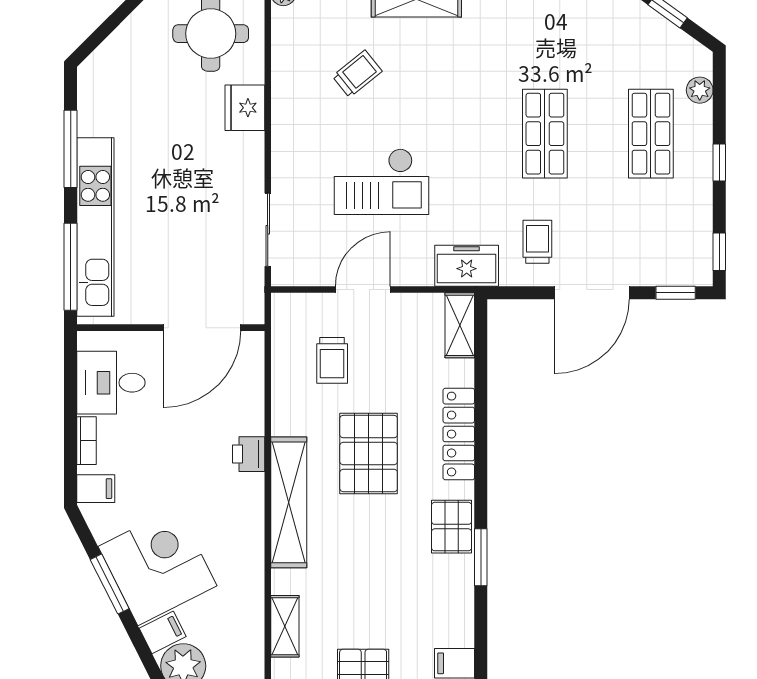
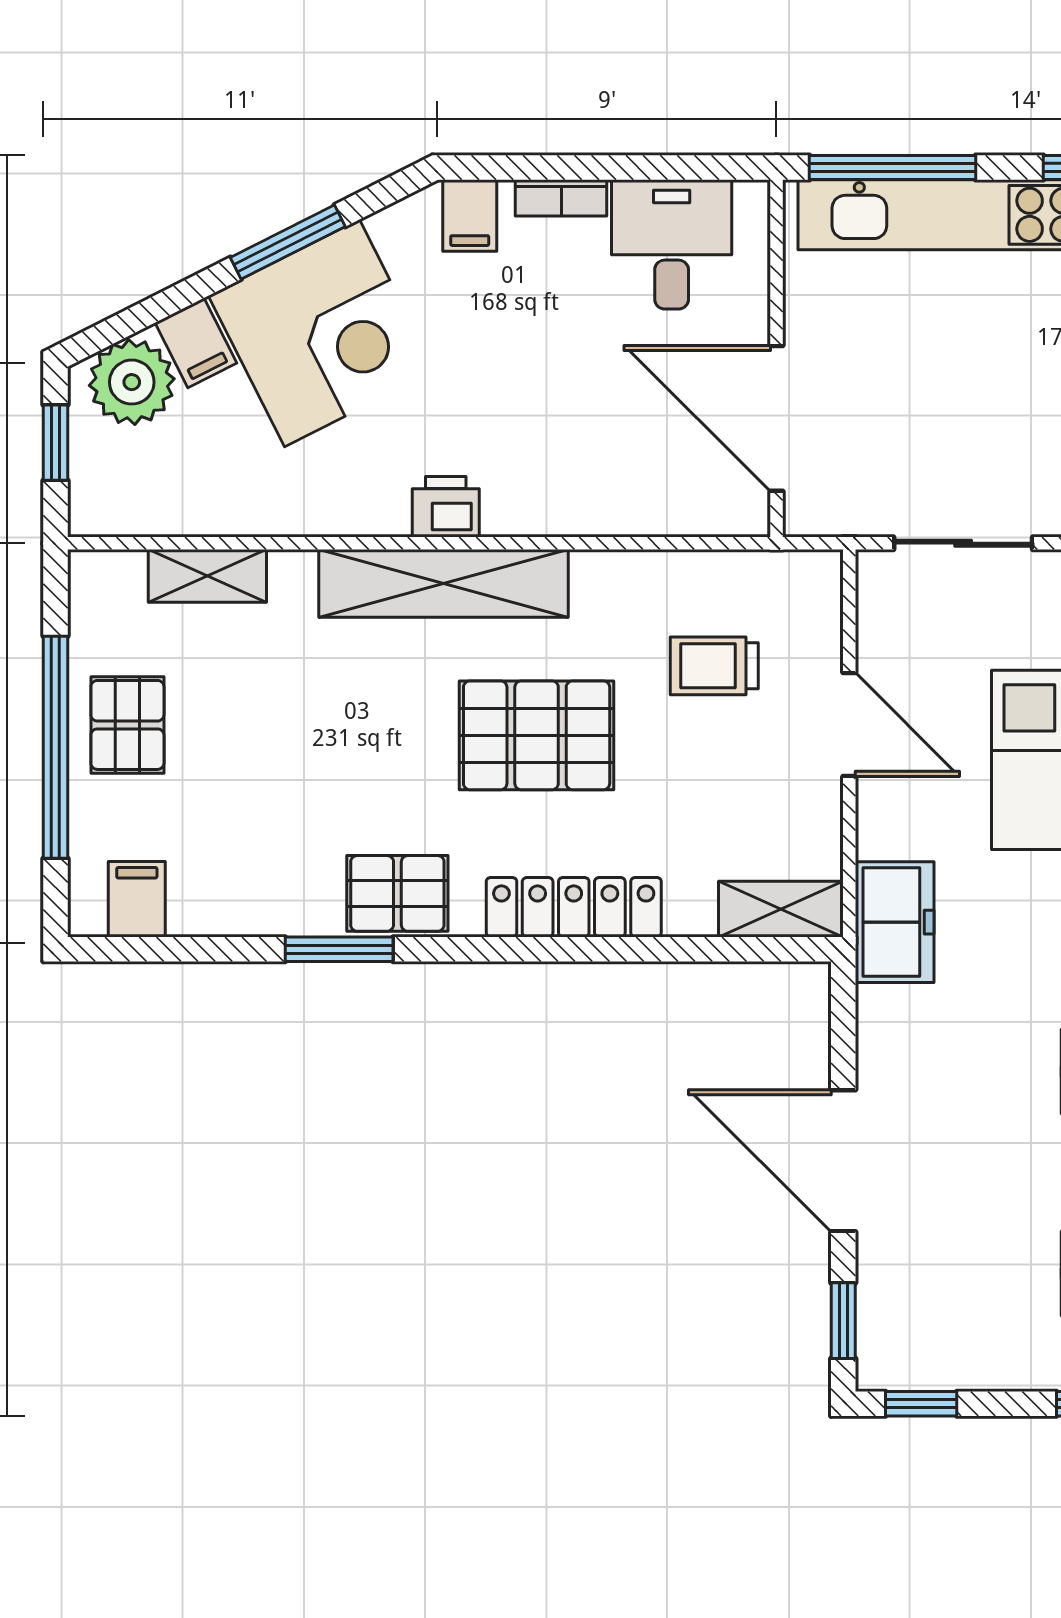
trolley: (537, 242) -> (940, 1057), removed
printer: (249, 454) -> (446, 507), moved

